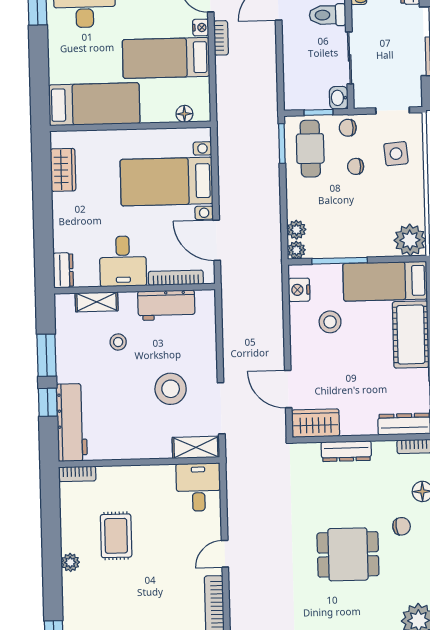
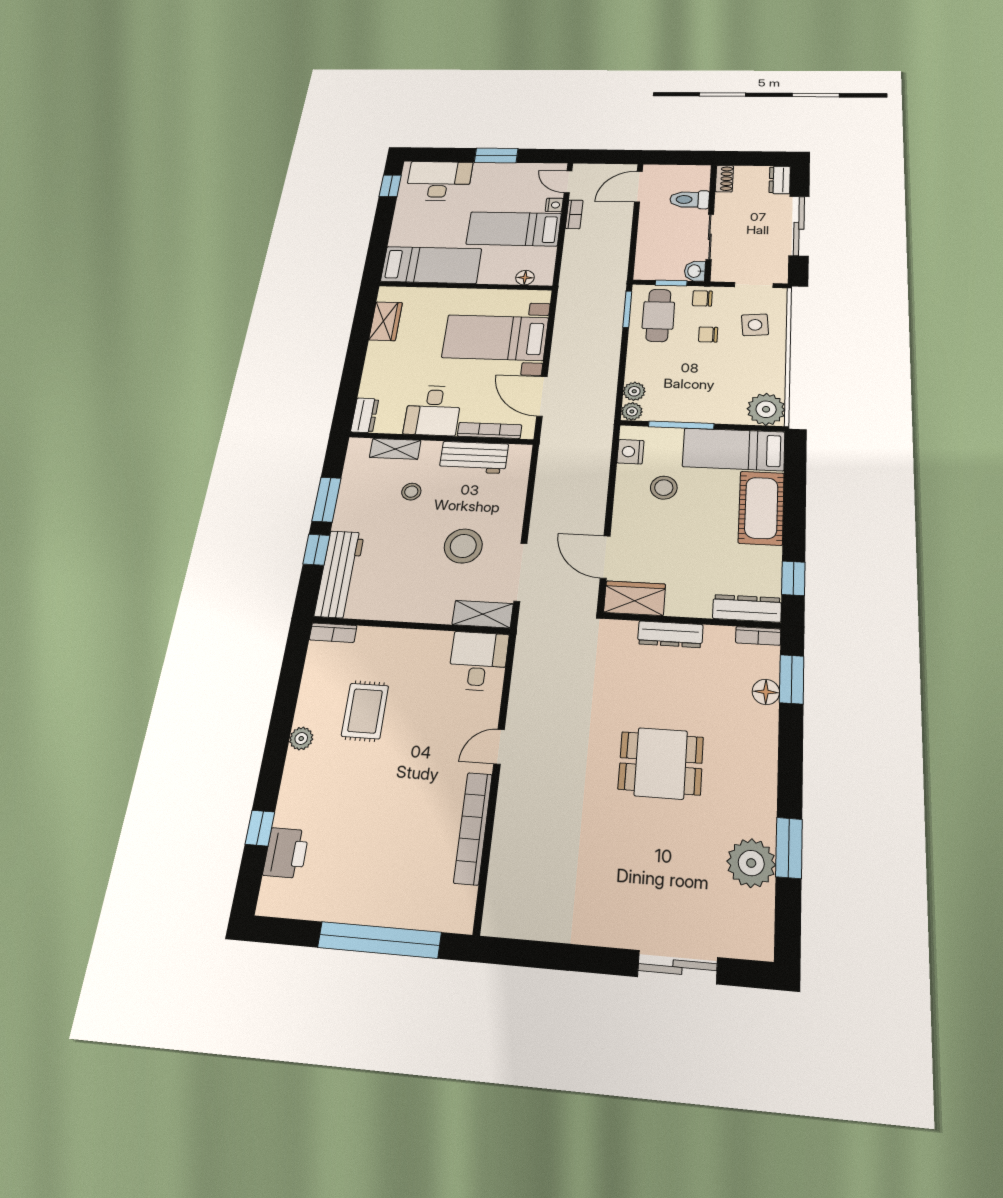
chair: (402, 526) -> (735, 734), removed

